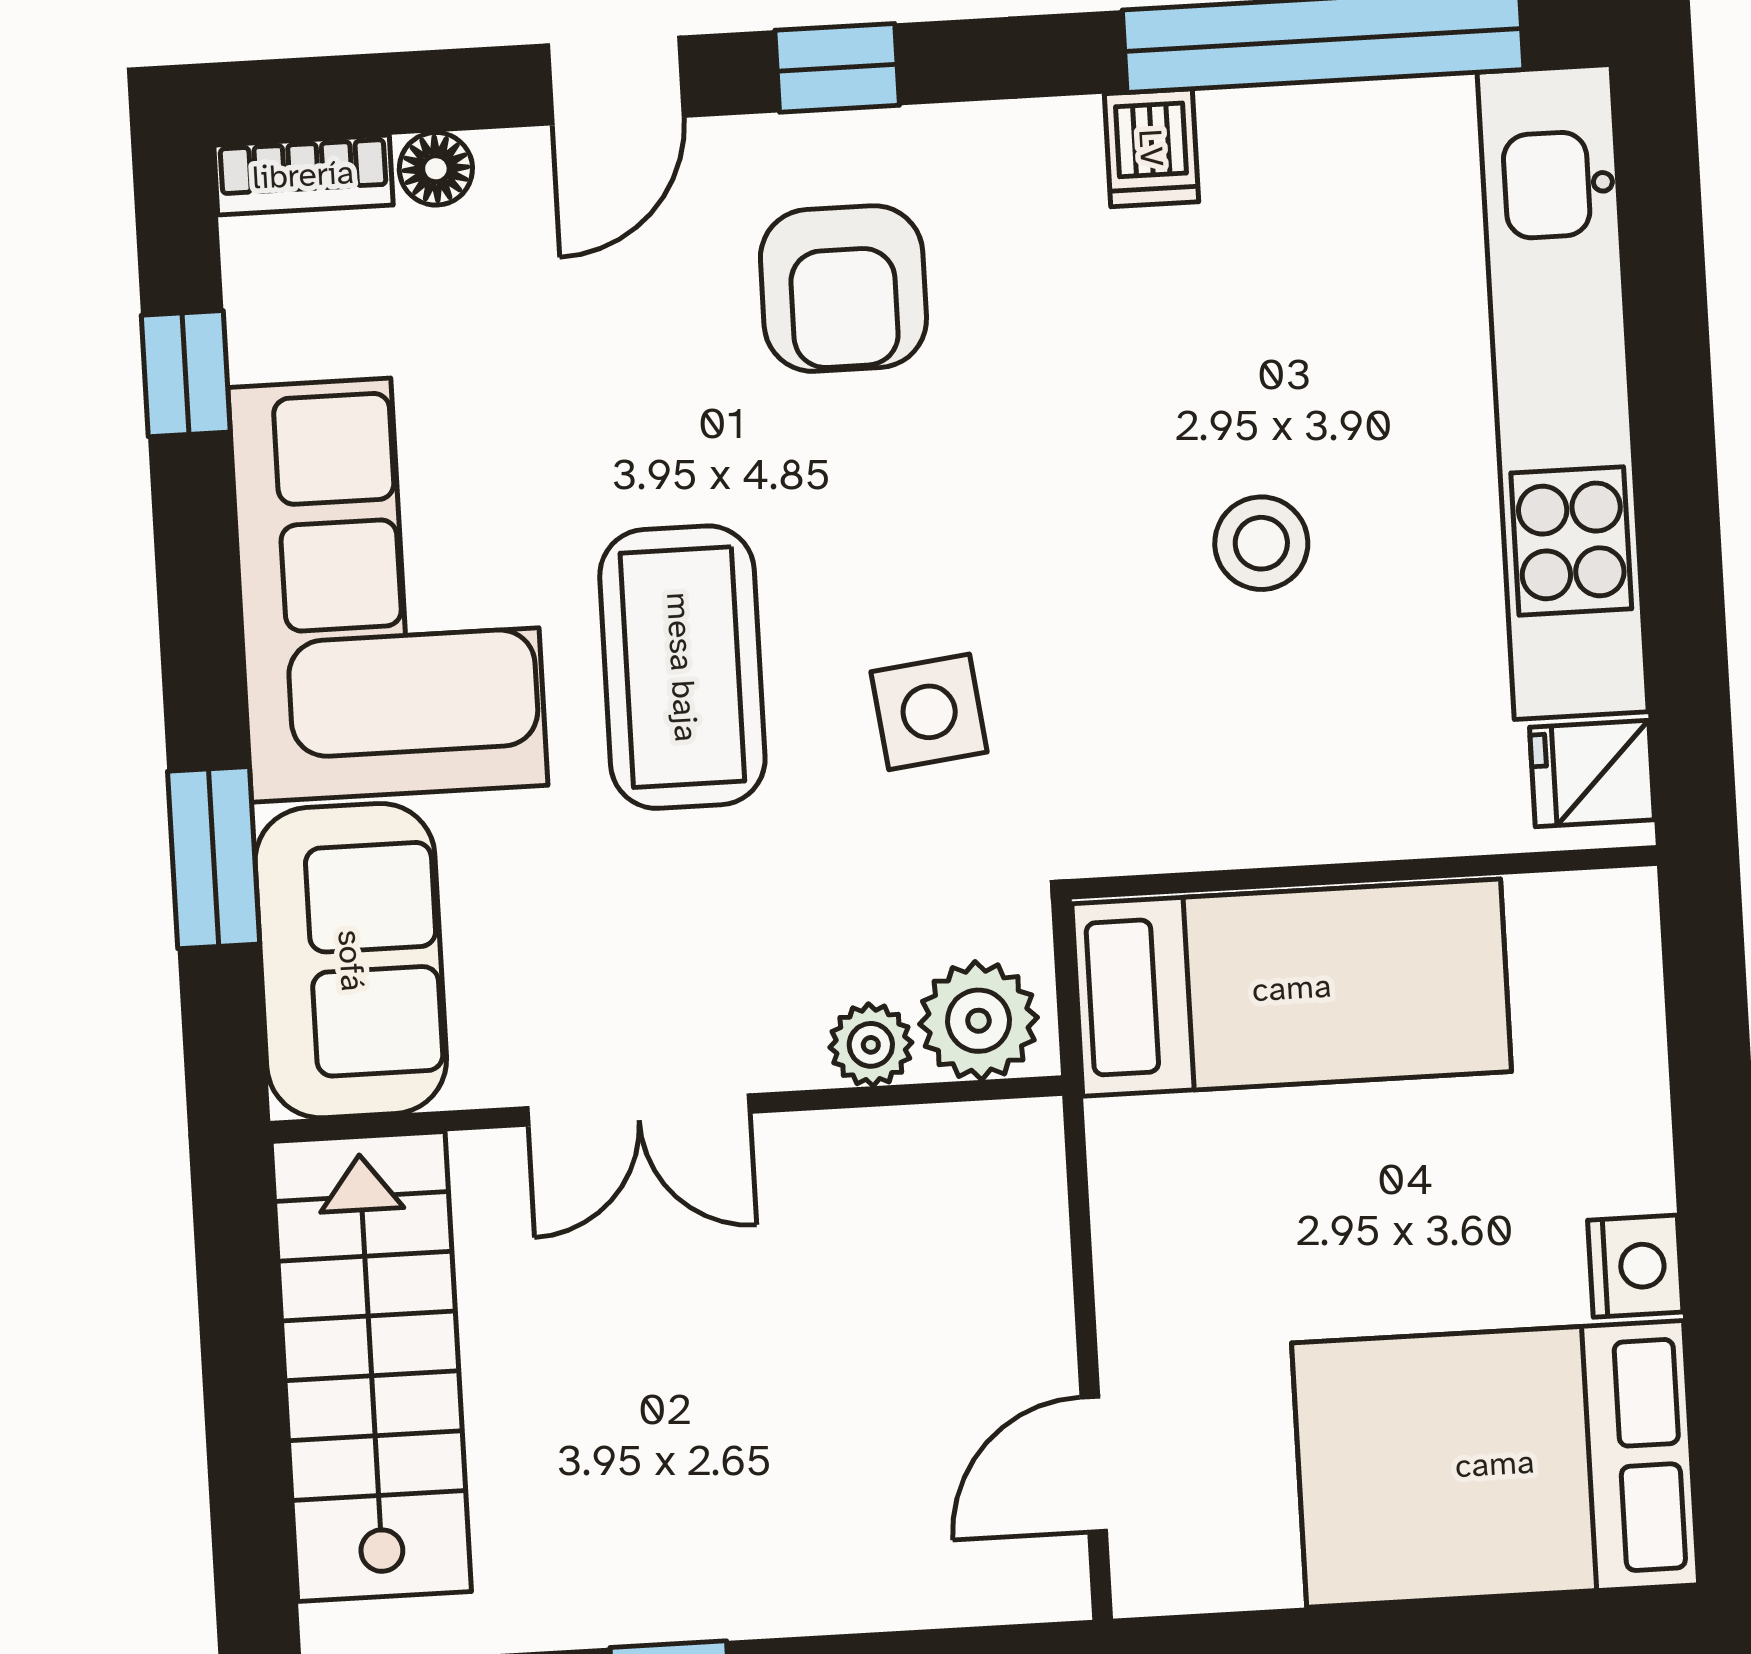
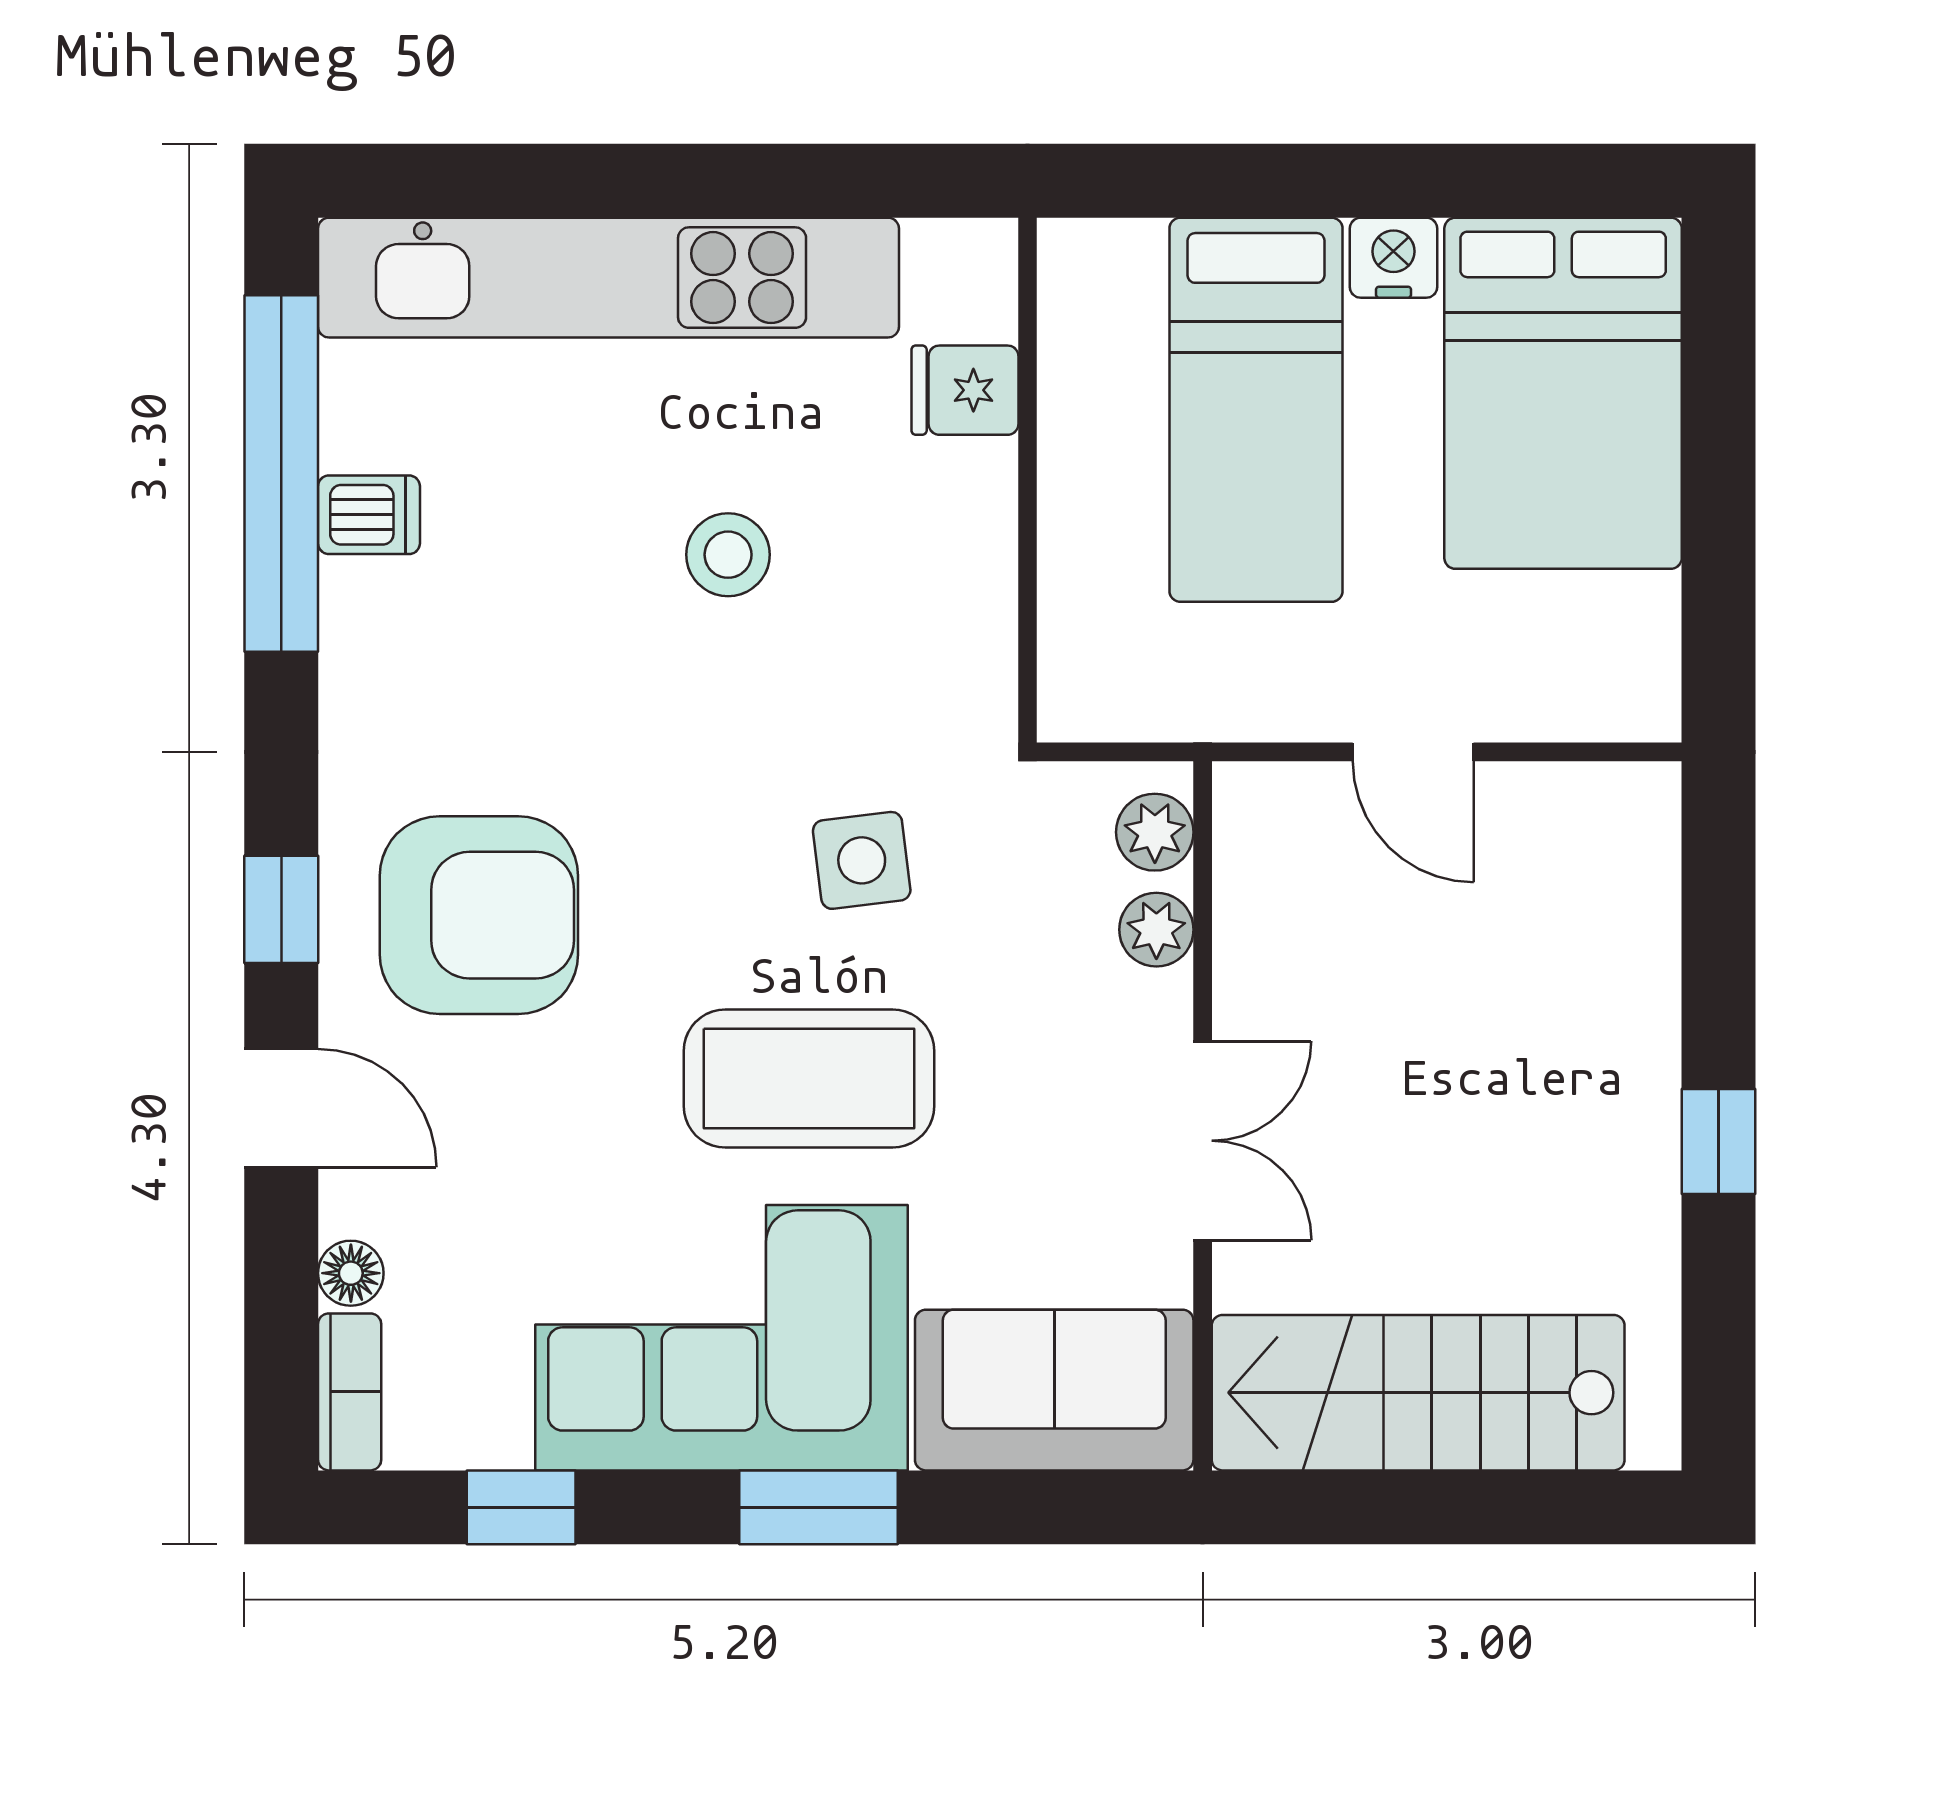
dishwasher: (1151, 148) -> (369, 515), moved
armchair: (843, 289) -> (479, 915), width x1.36, depth x1.36
fridge: (1592, 774) -> (965, 390), moved, turned 90
window: (214, 858) -> (819, 1507), moved
bed: (1292, 988) -> (1256, 410), moved, turned 180
plant: (978, 1021) -> (1155, 832), width x0.73, depth x0.73
door: (1094, 1464) -> (1413, 752), moved

